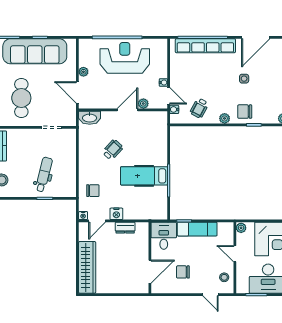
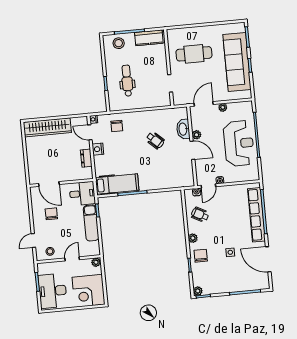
plant: (143, 104) -> (197, 135), moved
washbasin: (90, 118) -> (183, 129), moved
dental chair: (44, 175) -> (127, 81), turned -104
hospital bed: (144, 176) -> (117, 184), moved, turned 90

